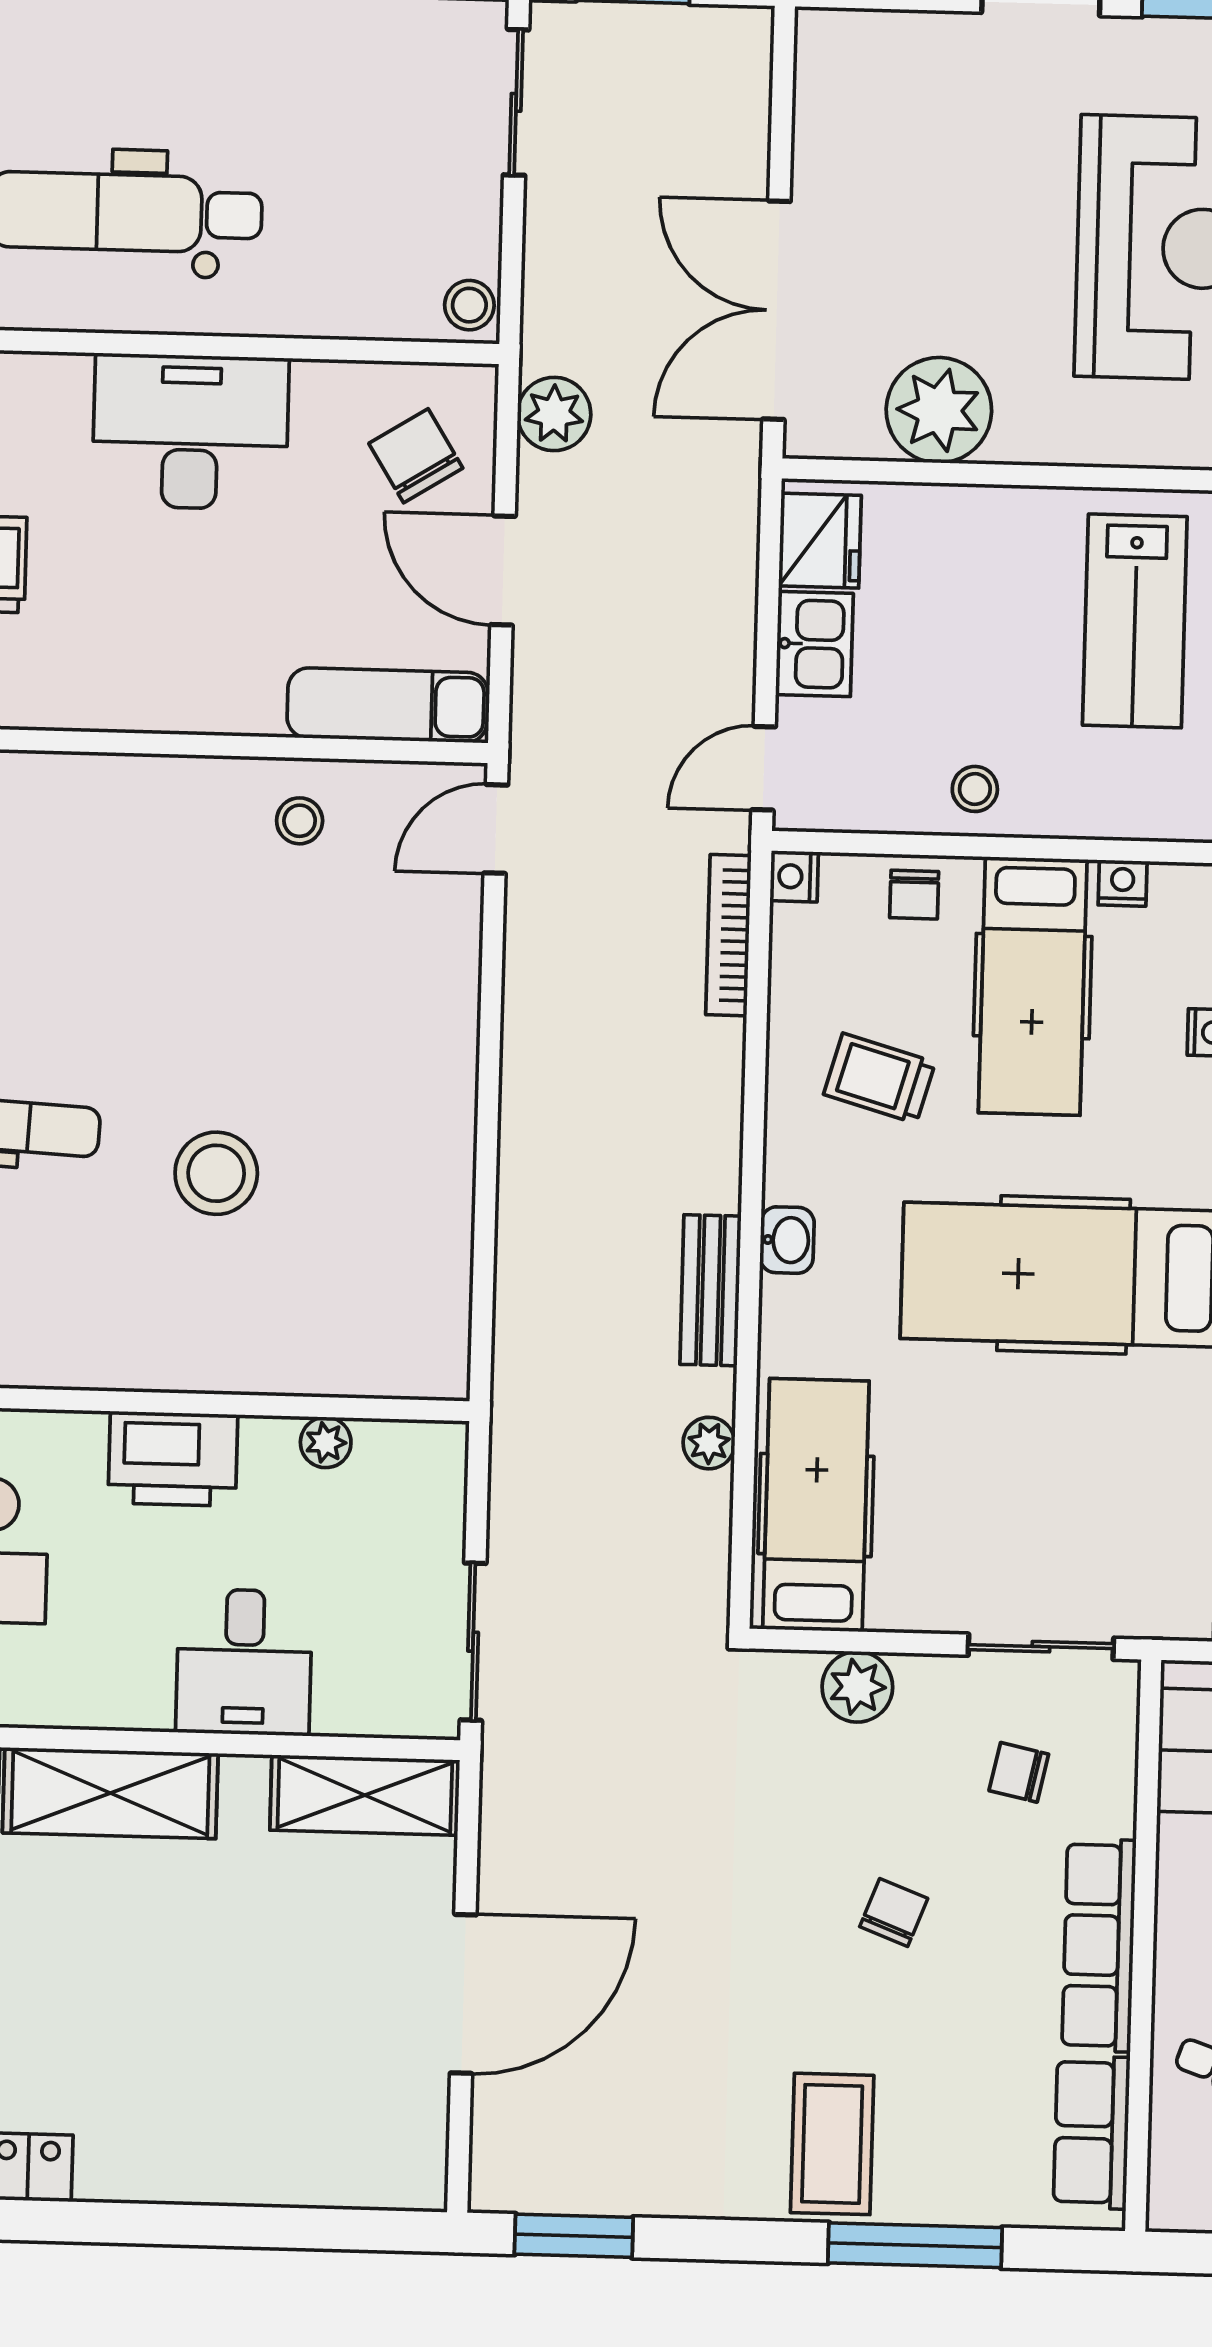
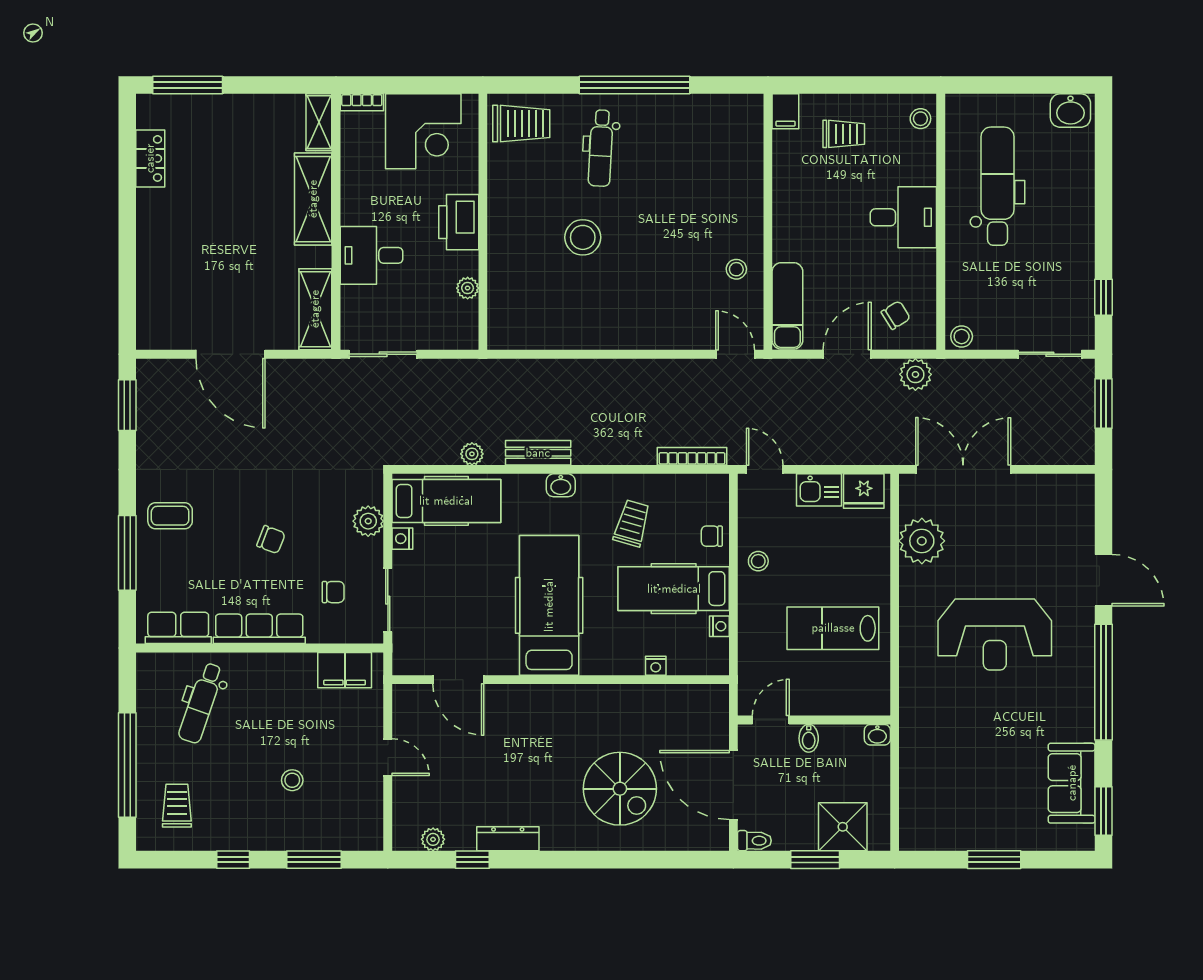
desk: (190, 432) -> (903, 217), width x0.73
chair: (416, 456) -> (896, 315), width x0.73, depth x0.73
nightstand: (794, 876) -> (402, 539), moved, turned -90
chair: (1019, 1772) -> (333, 592), turned 78
coffee table: (832, 2144) -> (170, 516), width x0.73, depth x0.77

